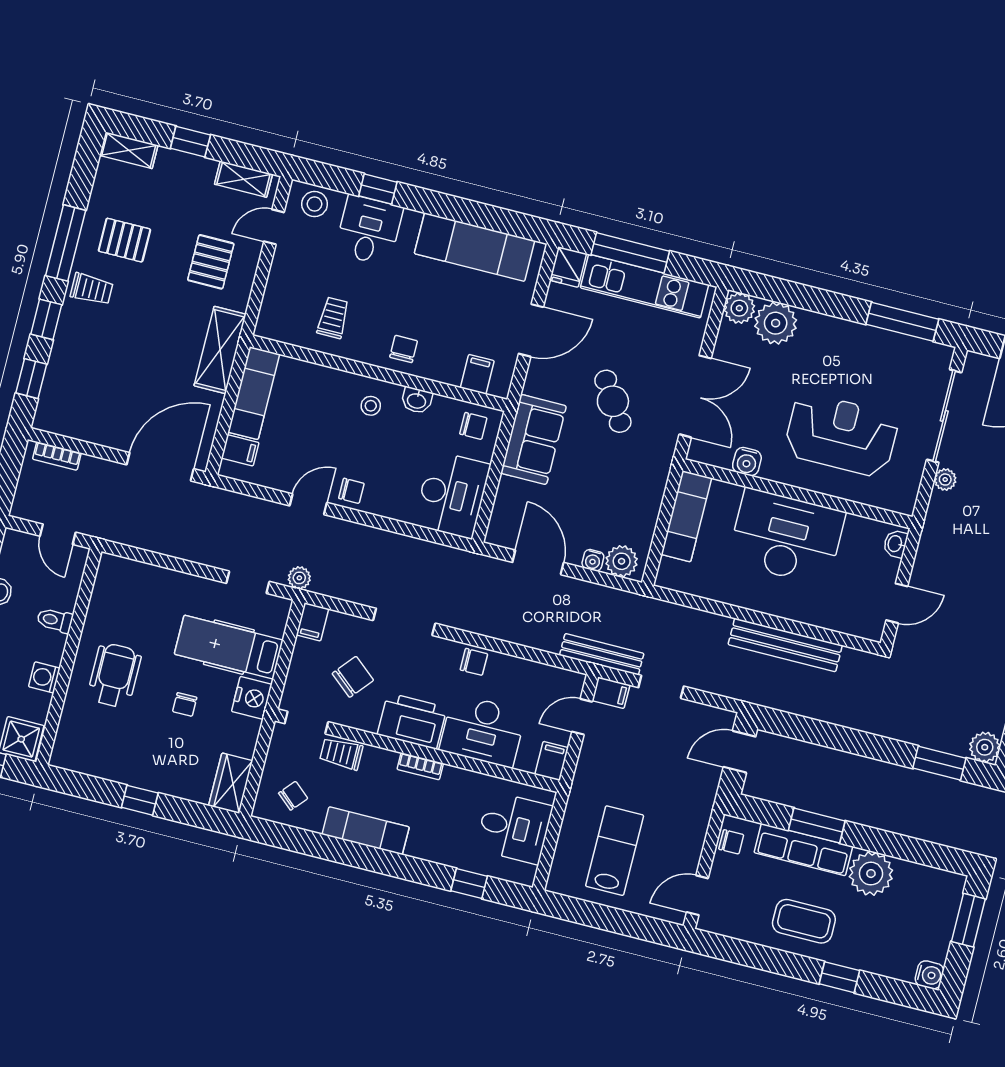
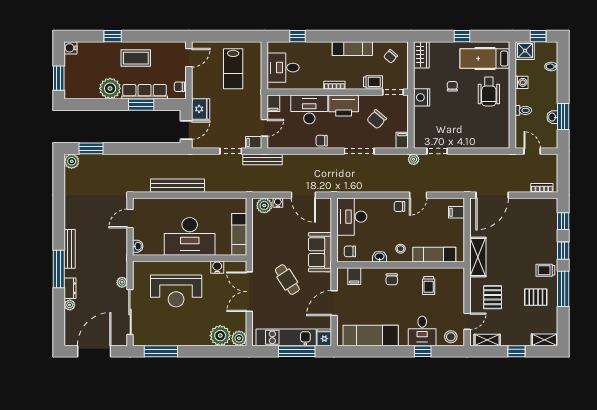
exam couch: (254, 393) -> (434, 255), moved, turned 90
hospital bed: (229, 647) -> (485, 59), moved, turned 180
fridge: (700, 787) -> (201, 109), added

